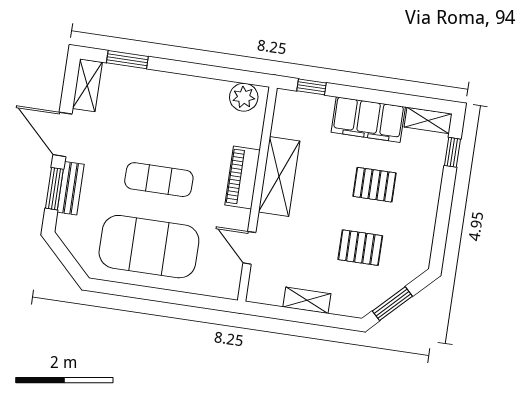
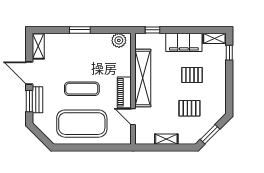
window: (127, 60) -> (80, 30), moved
shelving: (279, 176) -> (143, 78), width x1.47
piano: (243, 177) -> (124, 92), moved

